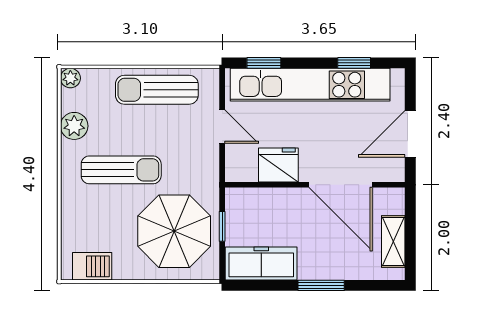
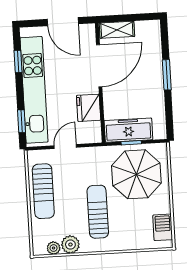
plant: (70, 78) -> (54, 248), moved
shelving: (393, 241) -> (117, 30), moved
freezer: (261, 264) -> (128, 130), moved, turned 90

